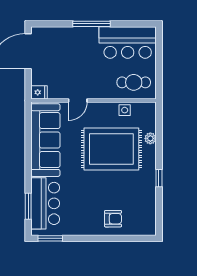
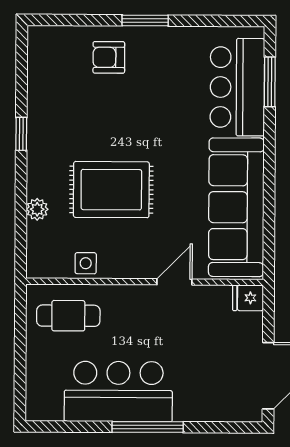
bar counter: (128, 43) -> (118, 392), moved
rug: (111, 149) -> (111, 190), width x0.73, depth x0.69
window: (50, 238) -> (145, 20), moved

